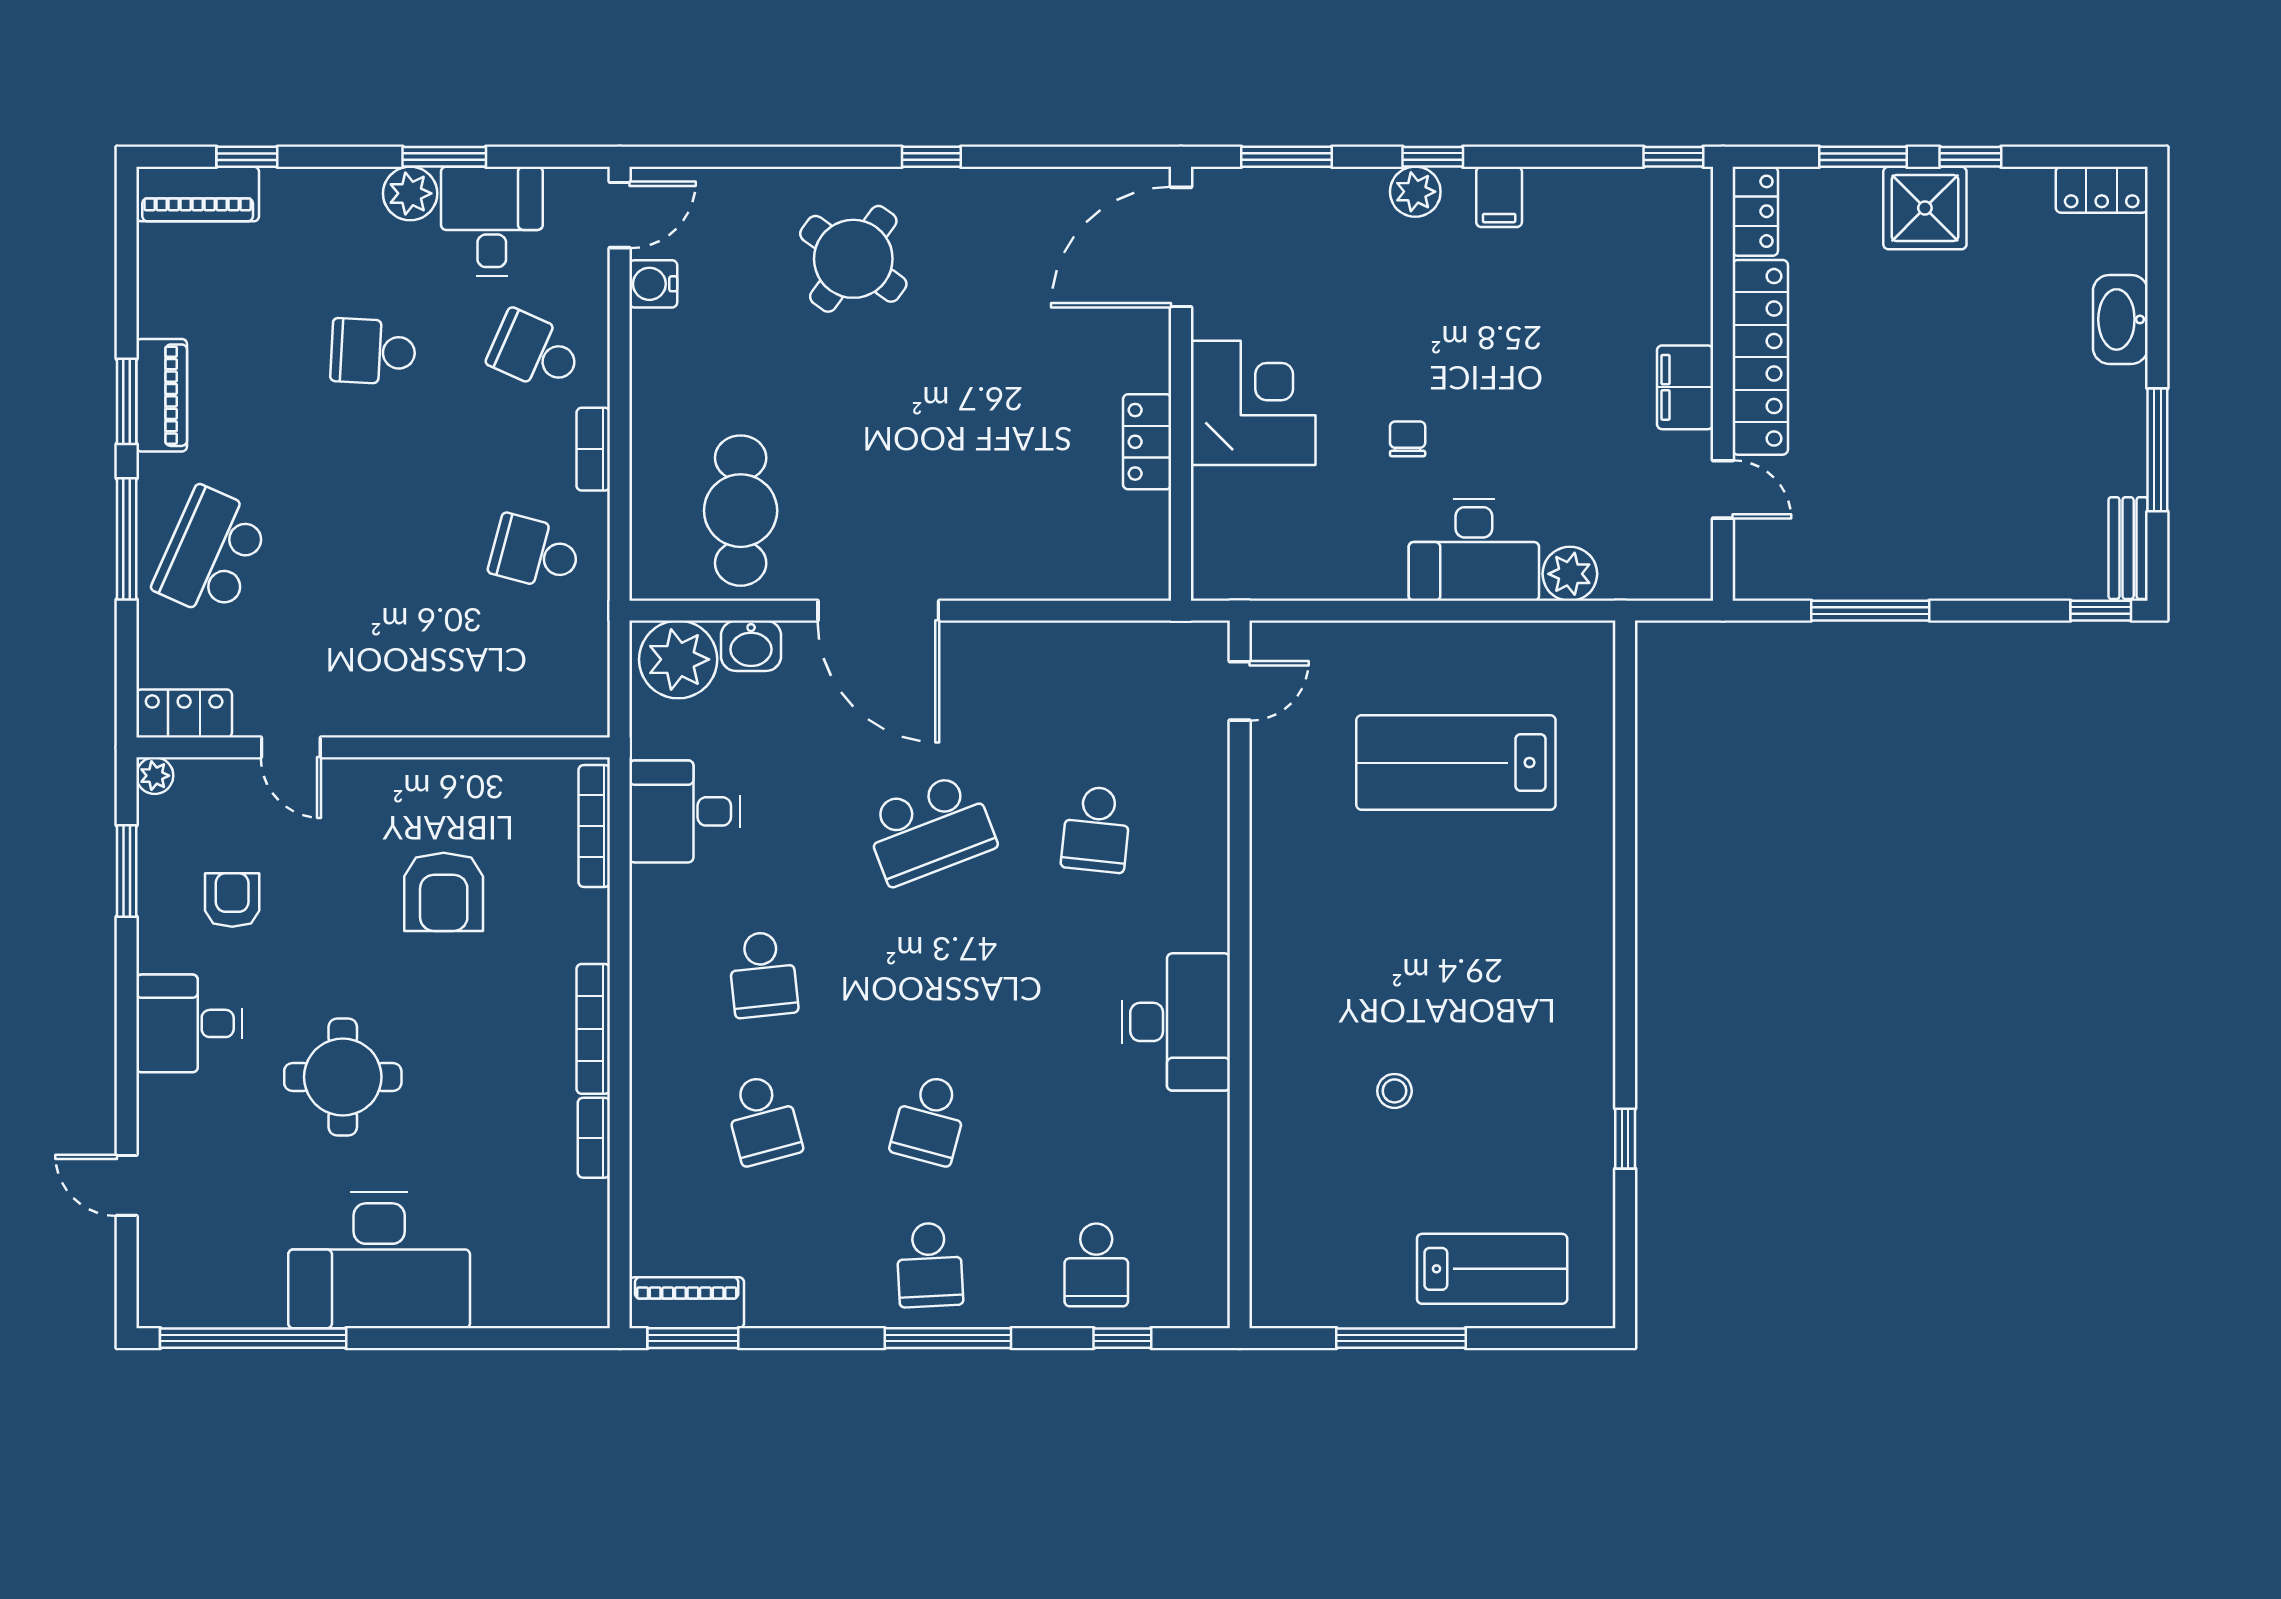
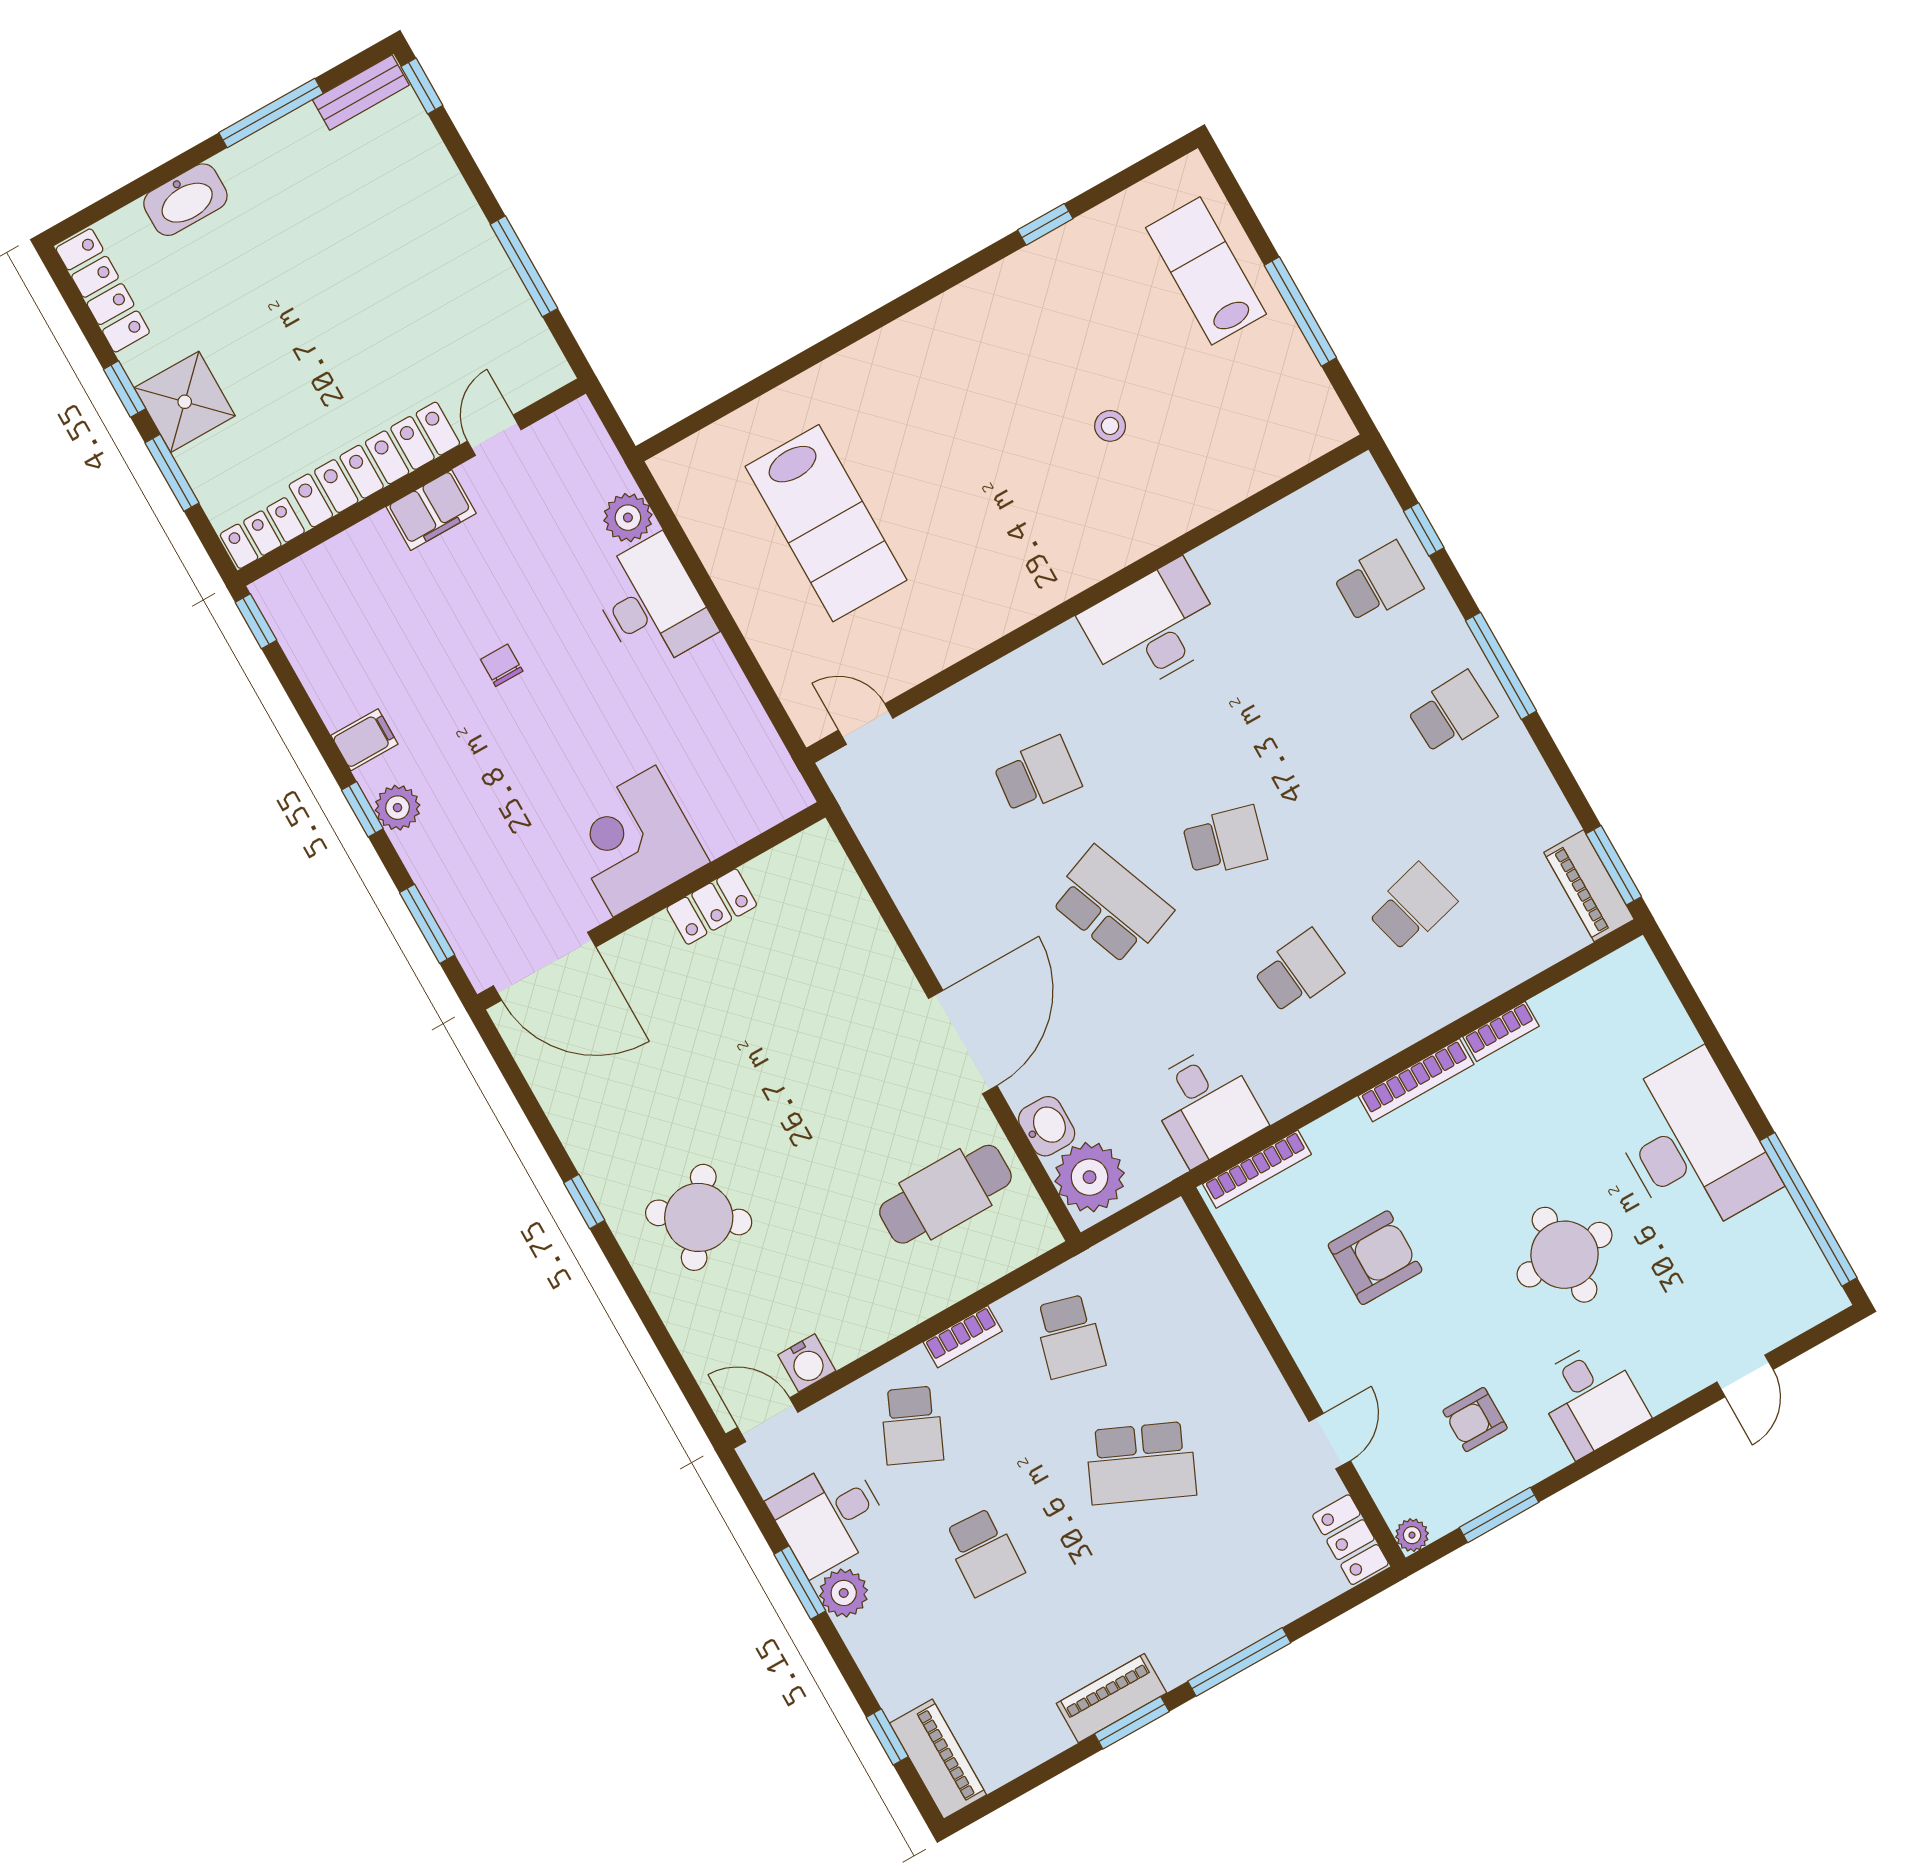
locker: (2102, 190) -> (103, 290), width x1.53
chair: (1408, 439) -> (502, 665), moved, turned 90
school desk: (211, 553) -> (1141, 1463), moved
school desk: (930, 1120) -> (1225, 841), moved

